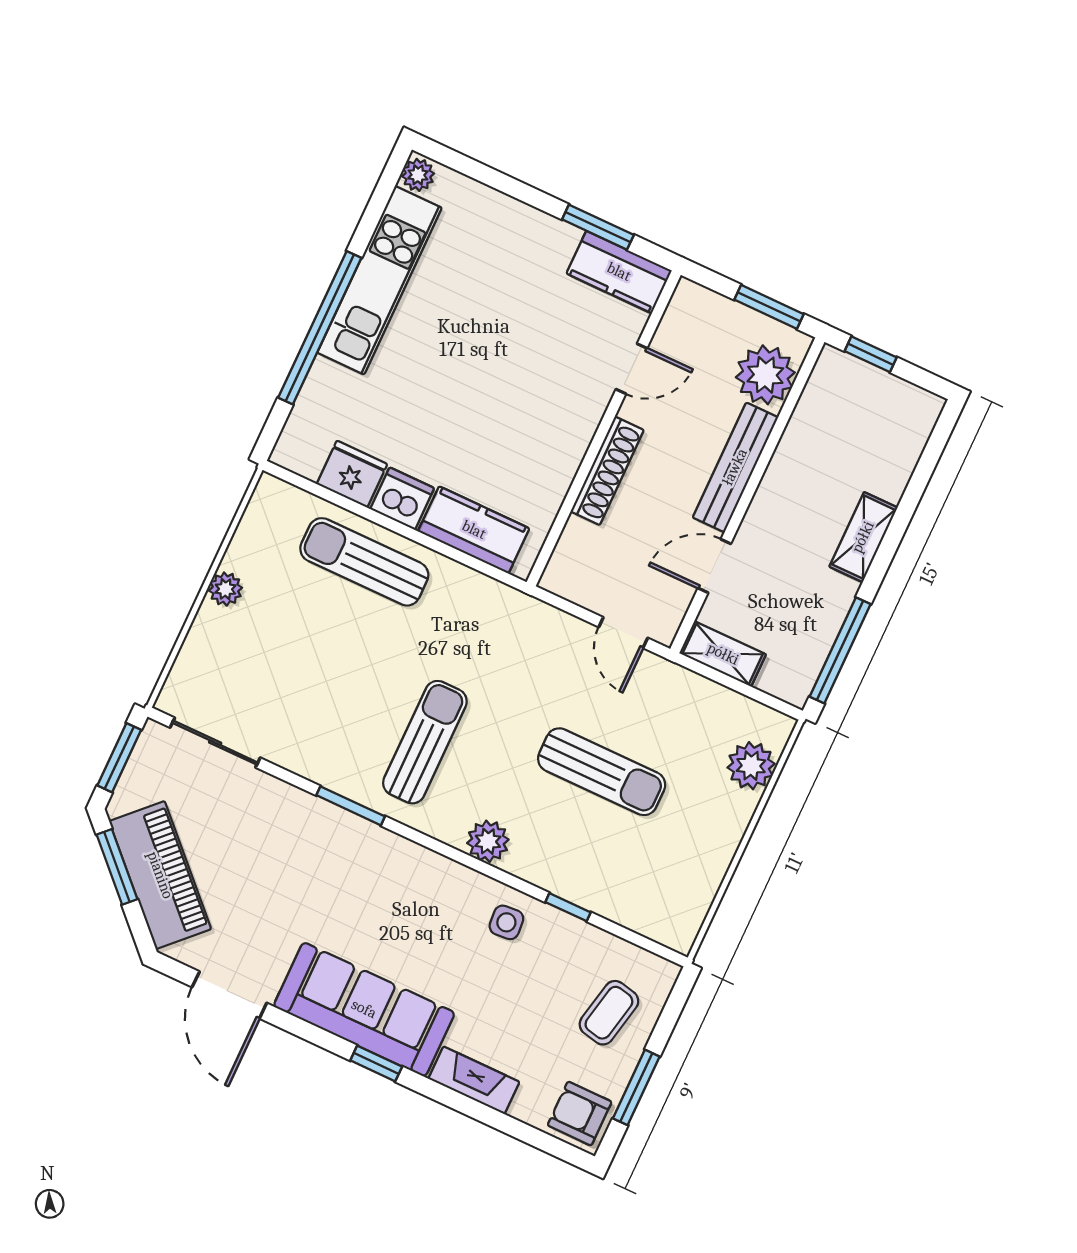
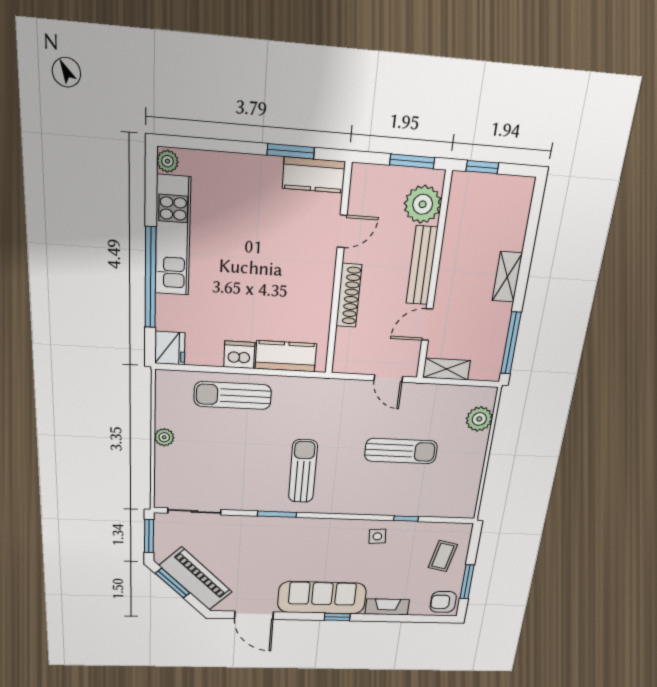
fridge: (352, 474) -> (170, 348), moved, turned 90
plant: (488, 841) -> (354, 504), removed

